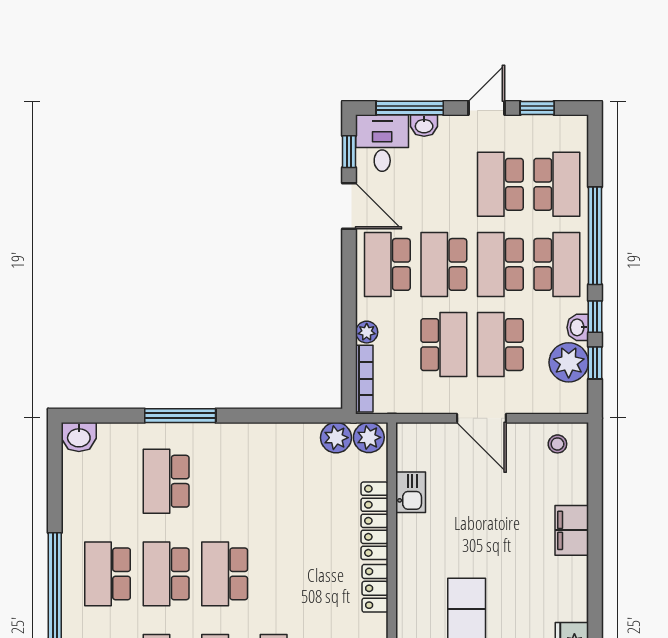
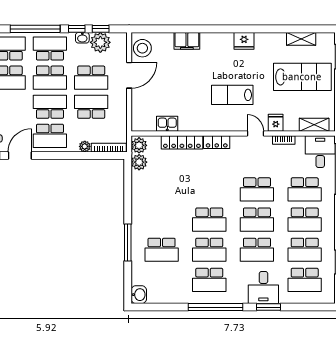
school desk: (444, 264) -> (50, 107), turned 180
door: (481, 418) -> (129, 75), moved
stool: (557, 444) -> (142, 48), width x1.89, depth x1.89

